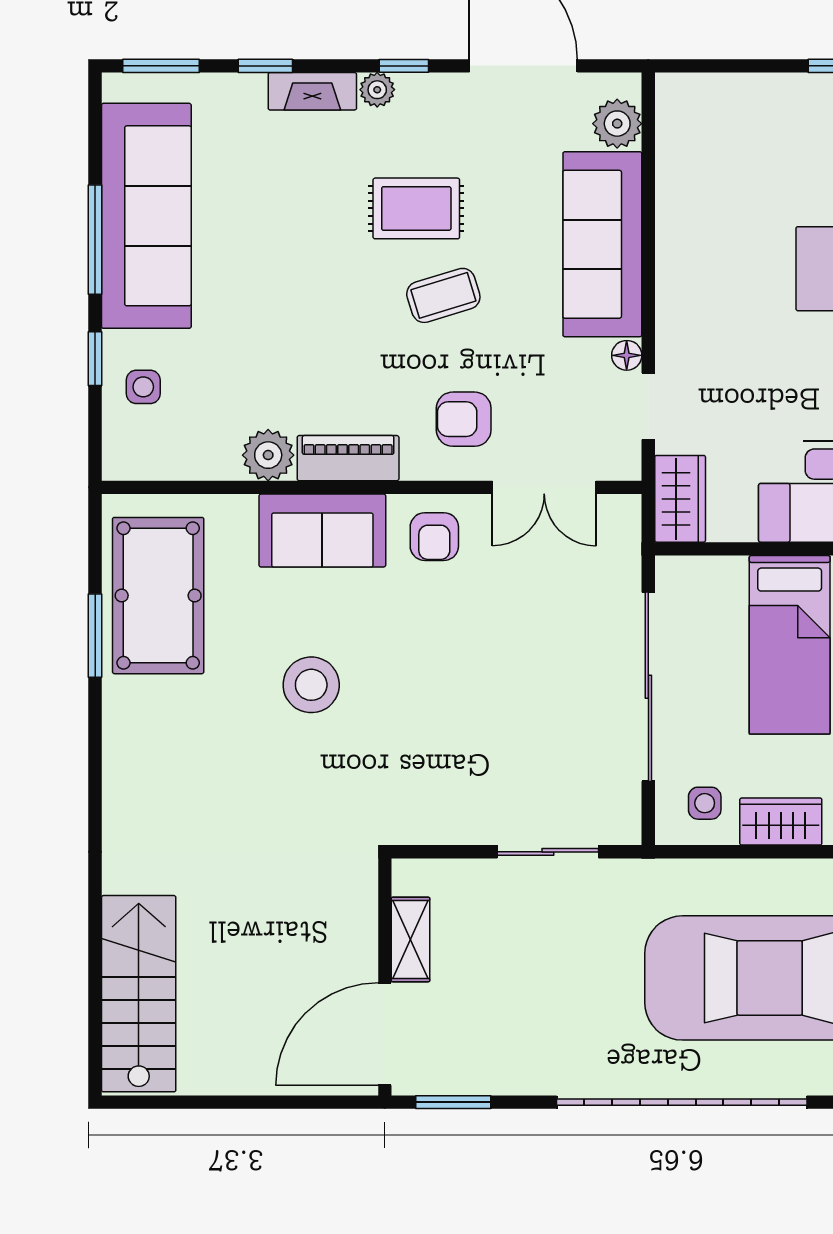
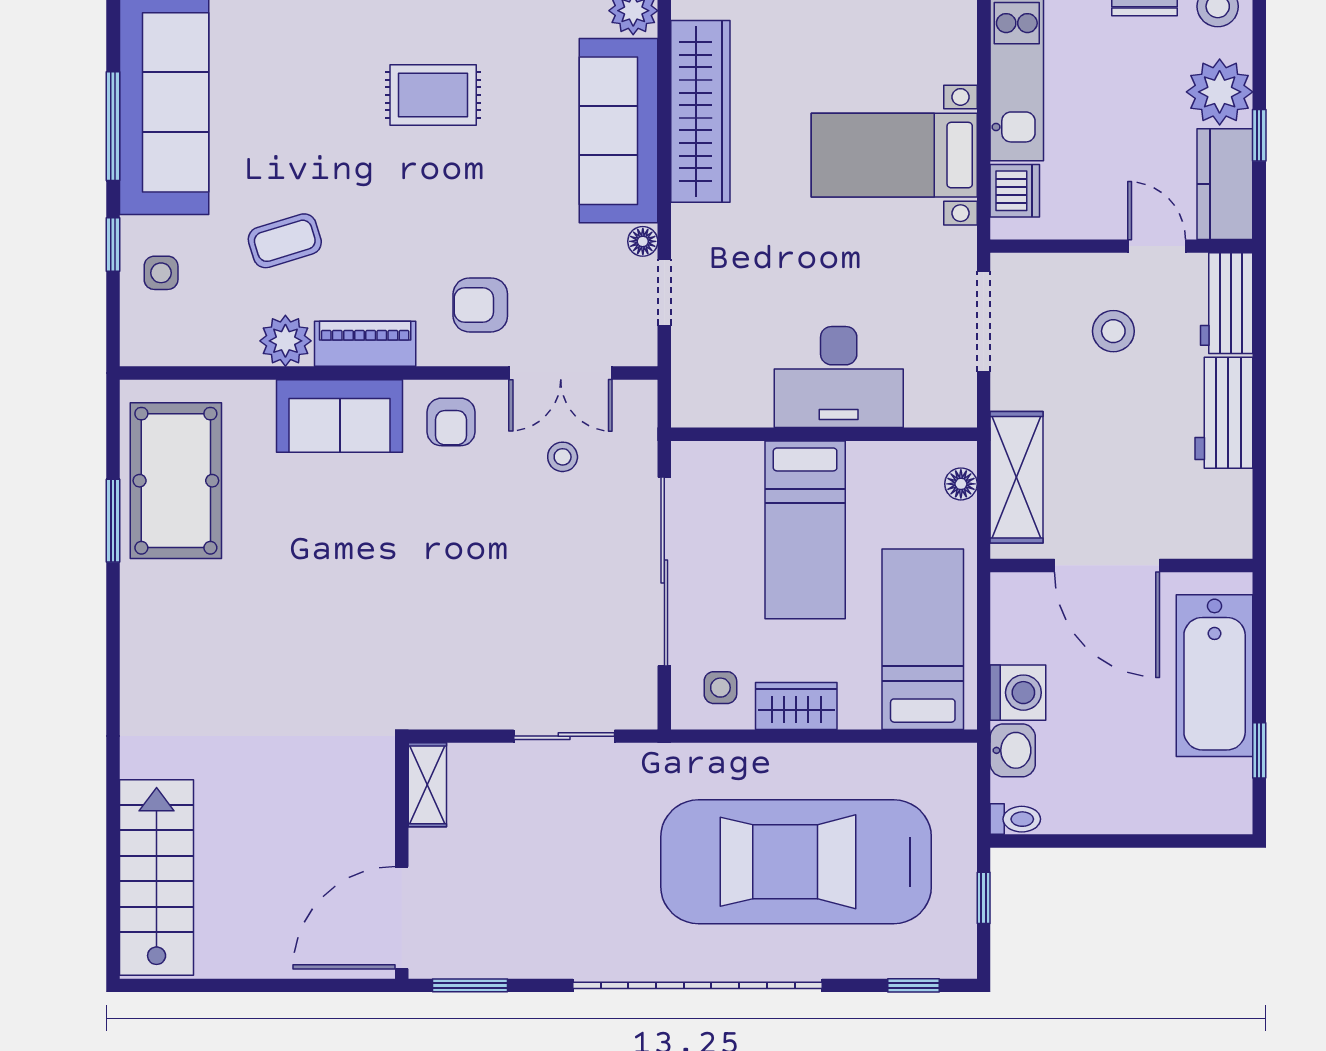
coffee table: (443, 295) -> (285, 241), moved
wardrobe: (680, 499) -> (700, 111), moved, width x2.10, depth x1.17
stool: (311, 685) -> (563, 457), moved, width x0.53, depth x0.53
shelving: (410, 939) -> (427, 785), moved

